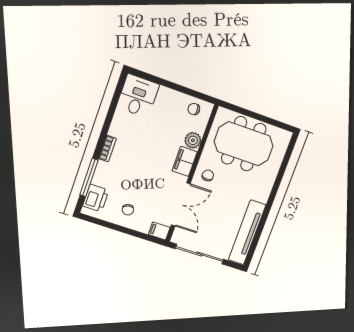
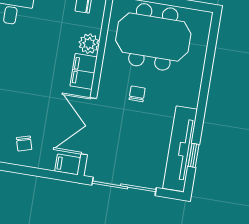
chair: (208, 175) -> (137, 94), moved
double door: (181, 204) -> (89, 126), swing flipped
window: (256, 239) -> (194, 155), added

